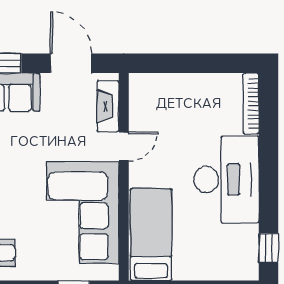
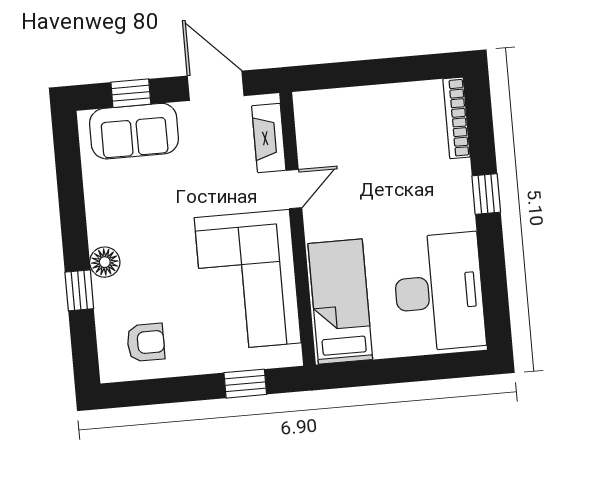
desk: (226, 179) -> (439, 292), moved
window: (269, 248) -> (486, 194), moved

